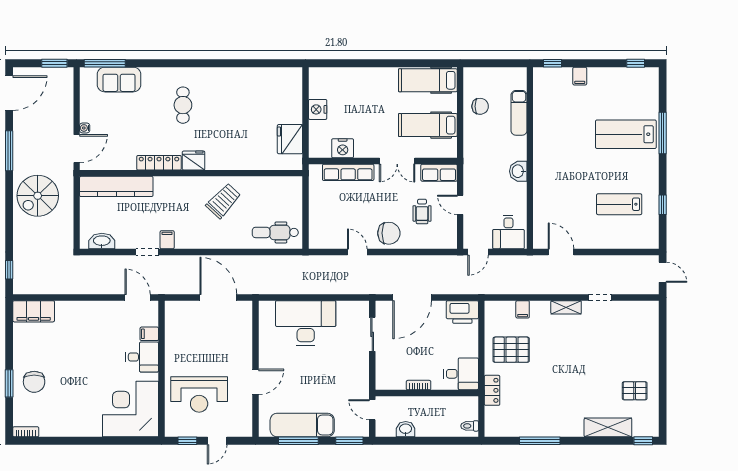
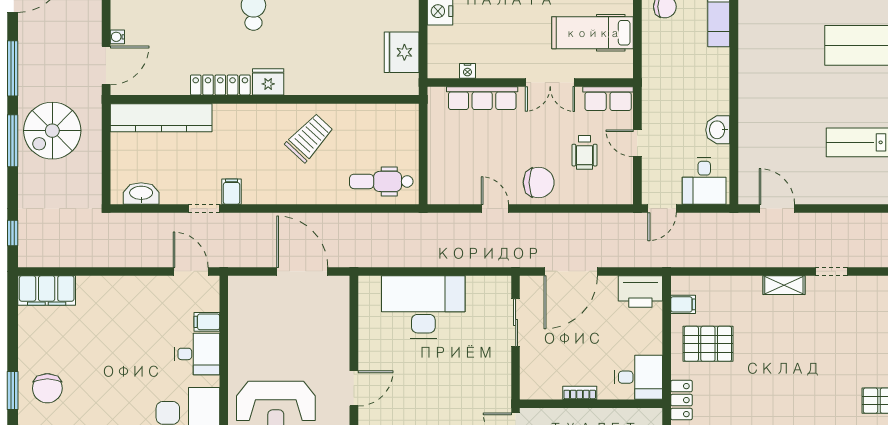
nightstand: (343, 148) -> (467, 71), width x0.53, depth x0.56
washbasin: (518, 171) -> (718, 130), moved
window: (9, 203) -> (13, 141), added
filing cabinet: (523, 309) -> (683, 304), moved, turned -90

